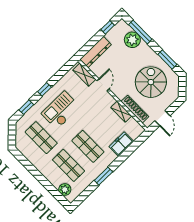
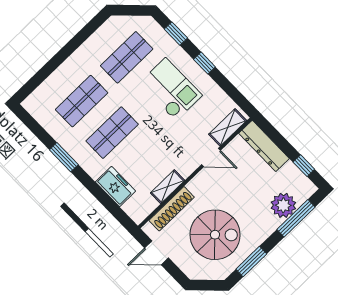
plant: (65, 189) -> (43, 95), removed

